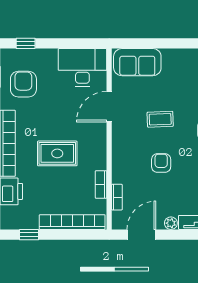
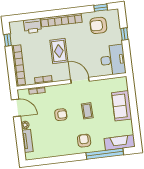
window: (26, 43) -> (124, 34), moved
sofa: (137, 62) -> (122, 106), moved
armchair: (23, 84) -> (98, 25), turned 180
door: (109, 107) -> (80, 80), moved

